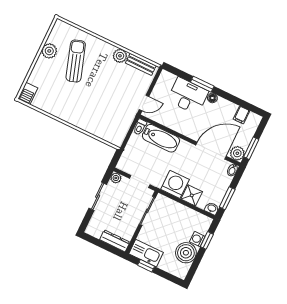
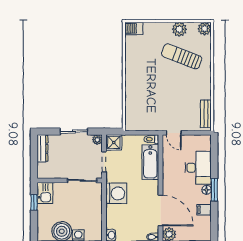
plant: (120, 56) -> (205, 29), moved
sun lounger: (76, 61) -> (182, 56), turned -141
window: (202, 84) -> (214, 190), moved
filing cabinet: (241, 115) -> (204, 210), moved
shower: (192, 195) -> (114, 142), moved
dresser: (115, 241) -> (42, 148), moved
kitchen sink: (146, 253) -> (45, 193), width x0.73

